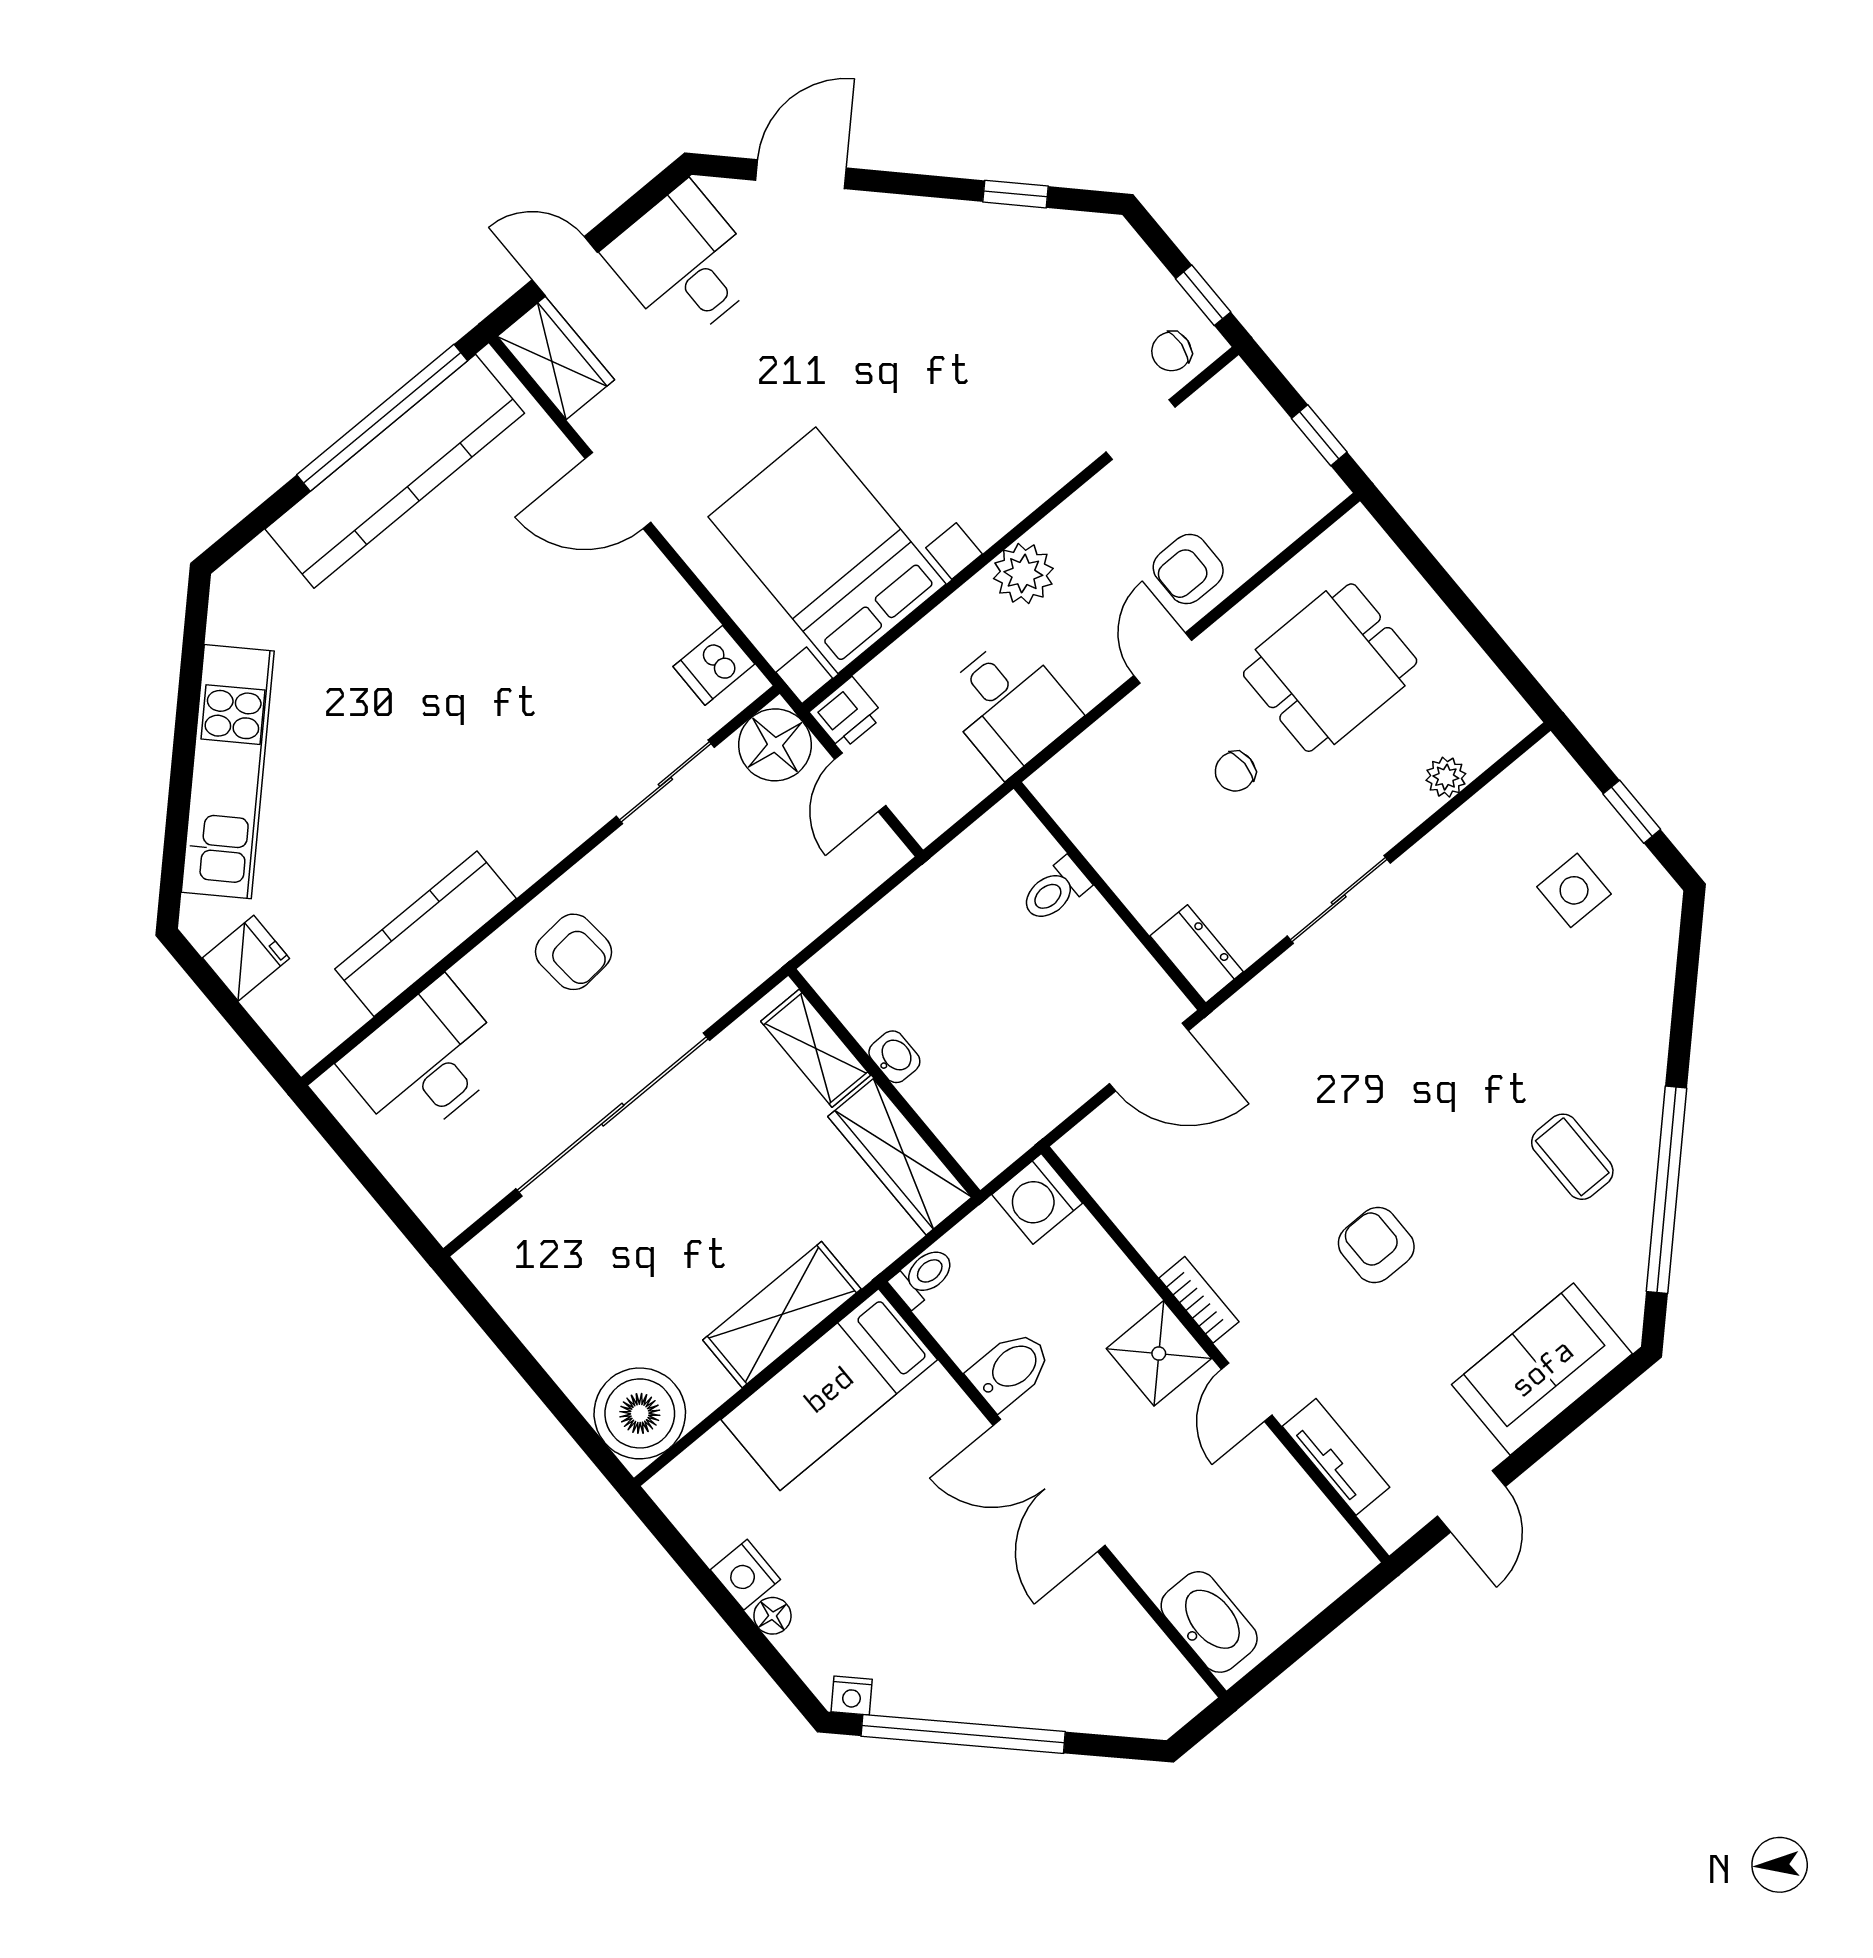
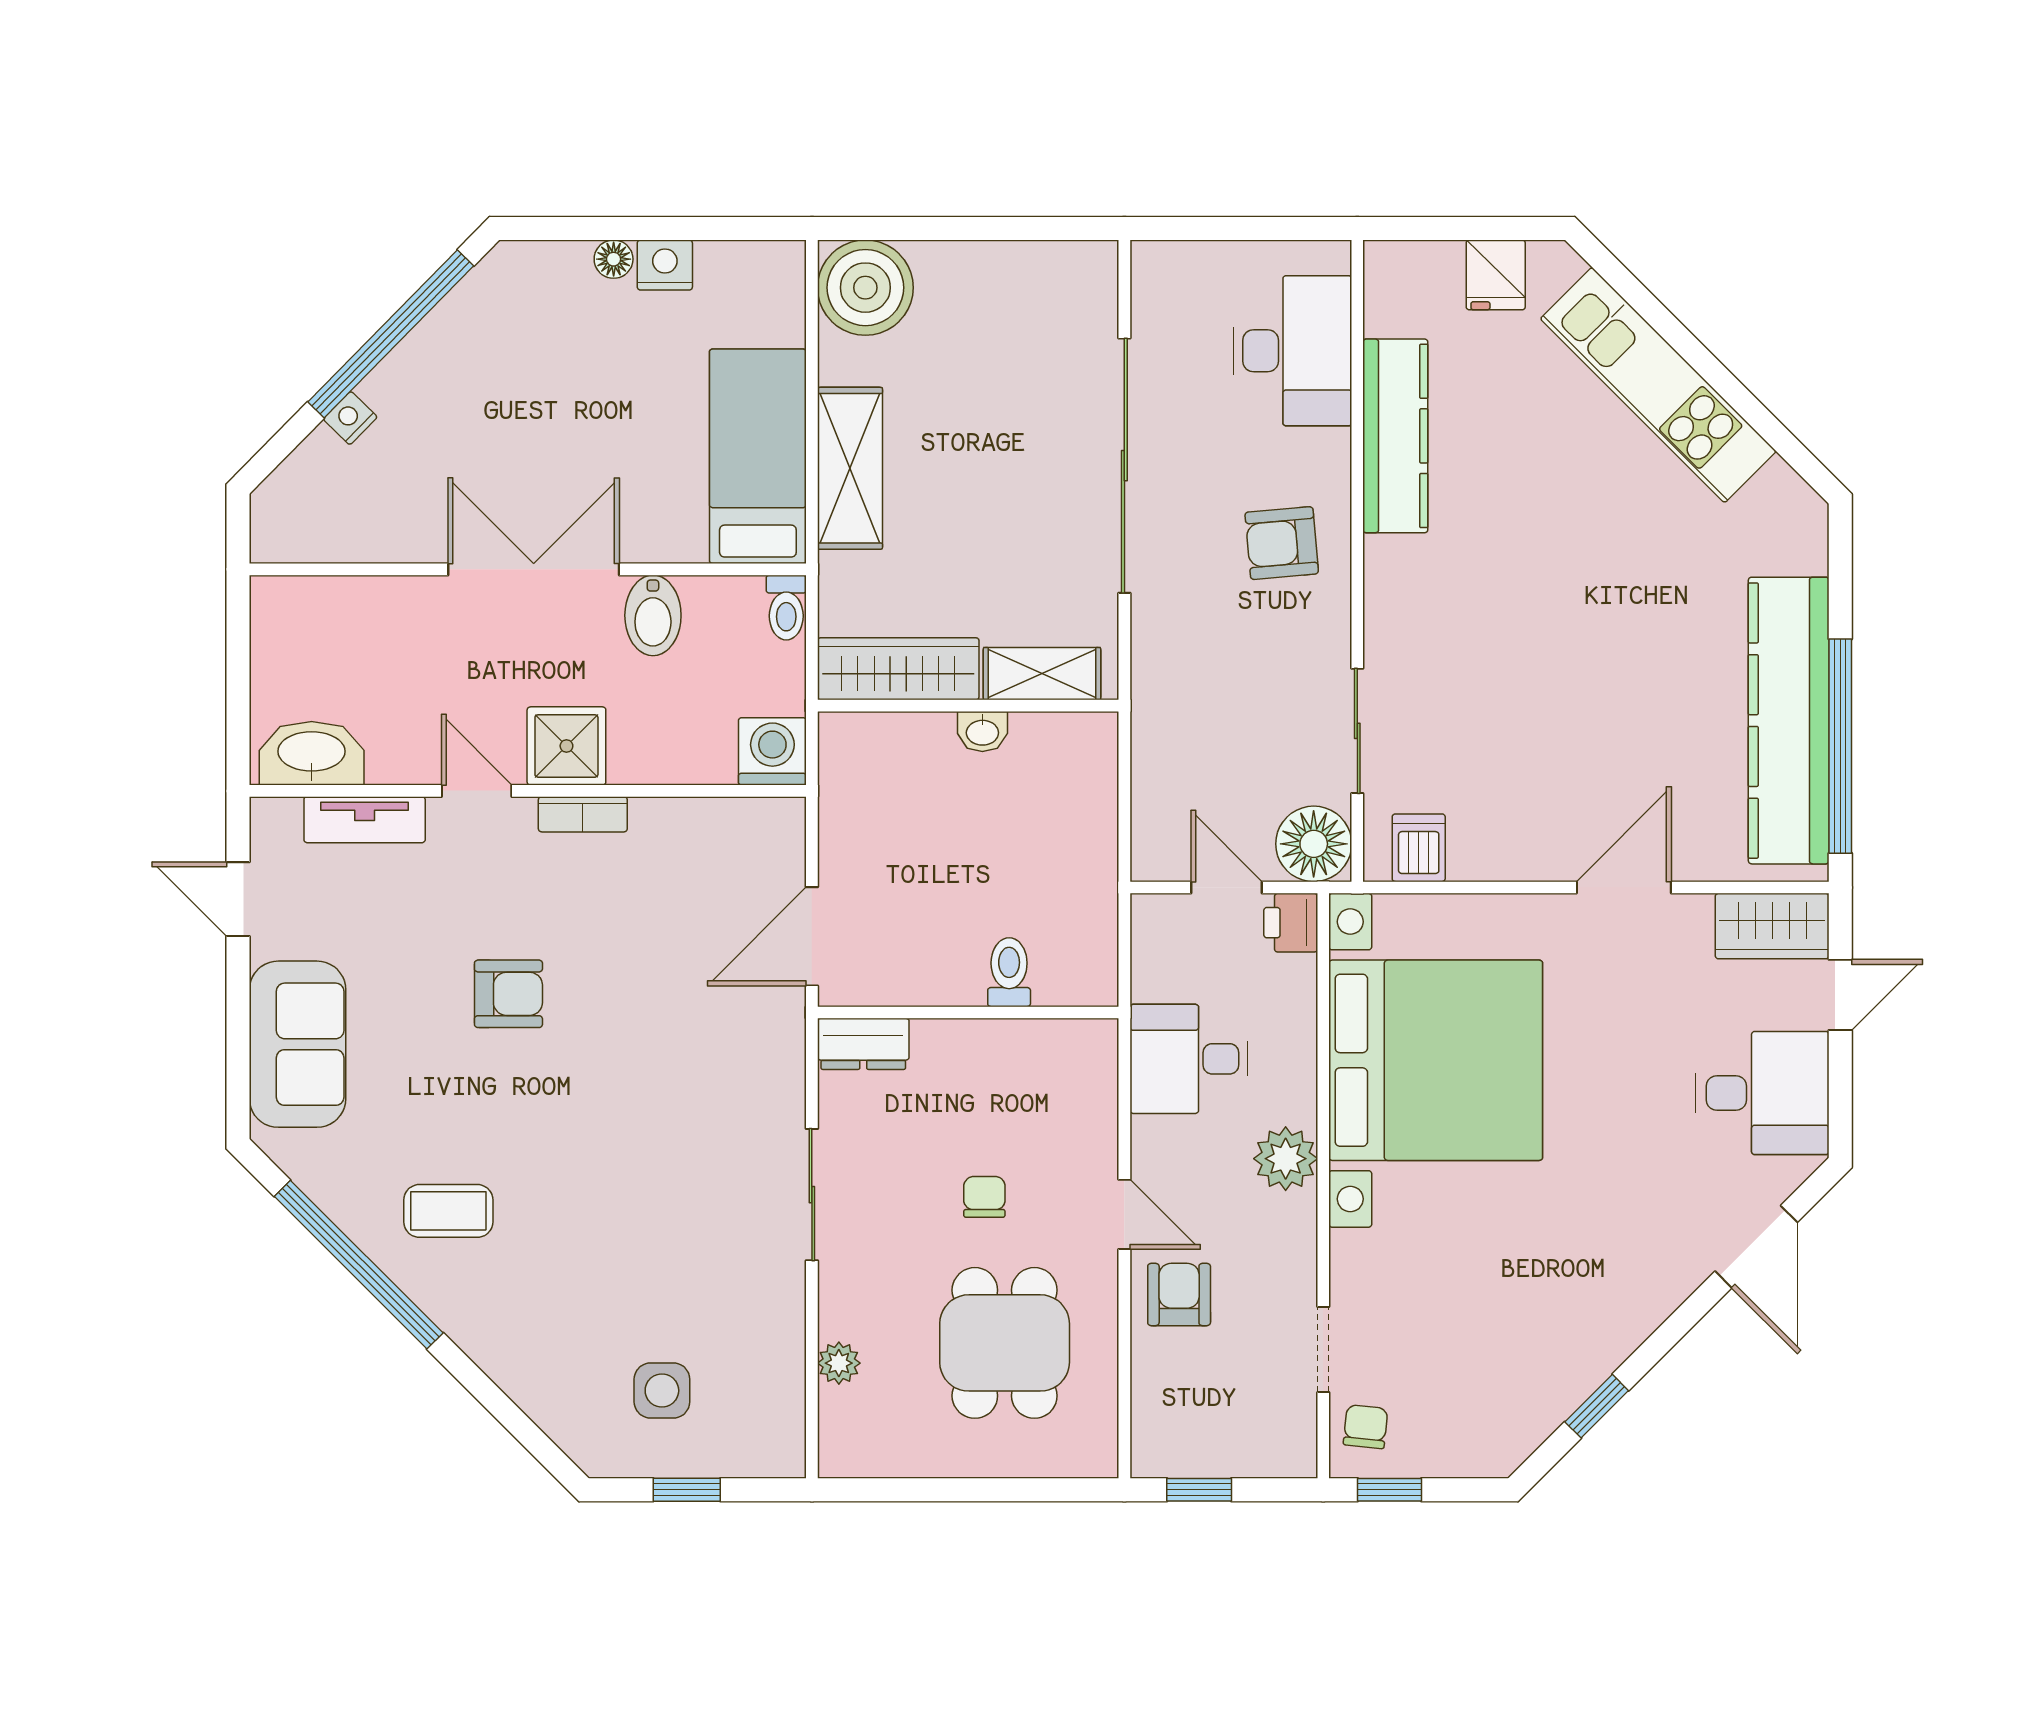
bed with nightstands: (827, 550) -> (1436, 1060), width x1.36
washbasin: (1209, 1622) -> (312, 753), moved, turned 180
nightstand: (852, 1696) -> (350, 418), moved

